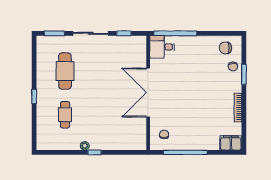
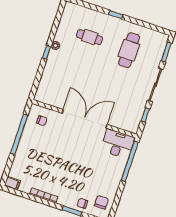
desk: (162, 47) -> (118, 144), width x1.37
cafe table: (65, 71) -> (129, 50), turned 90
filing cabinet: (231, 143) -> (12, 183), width x0.50

